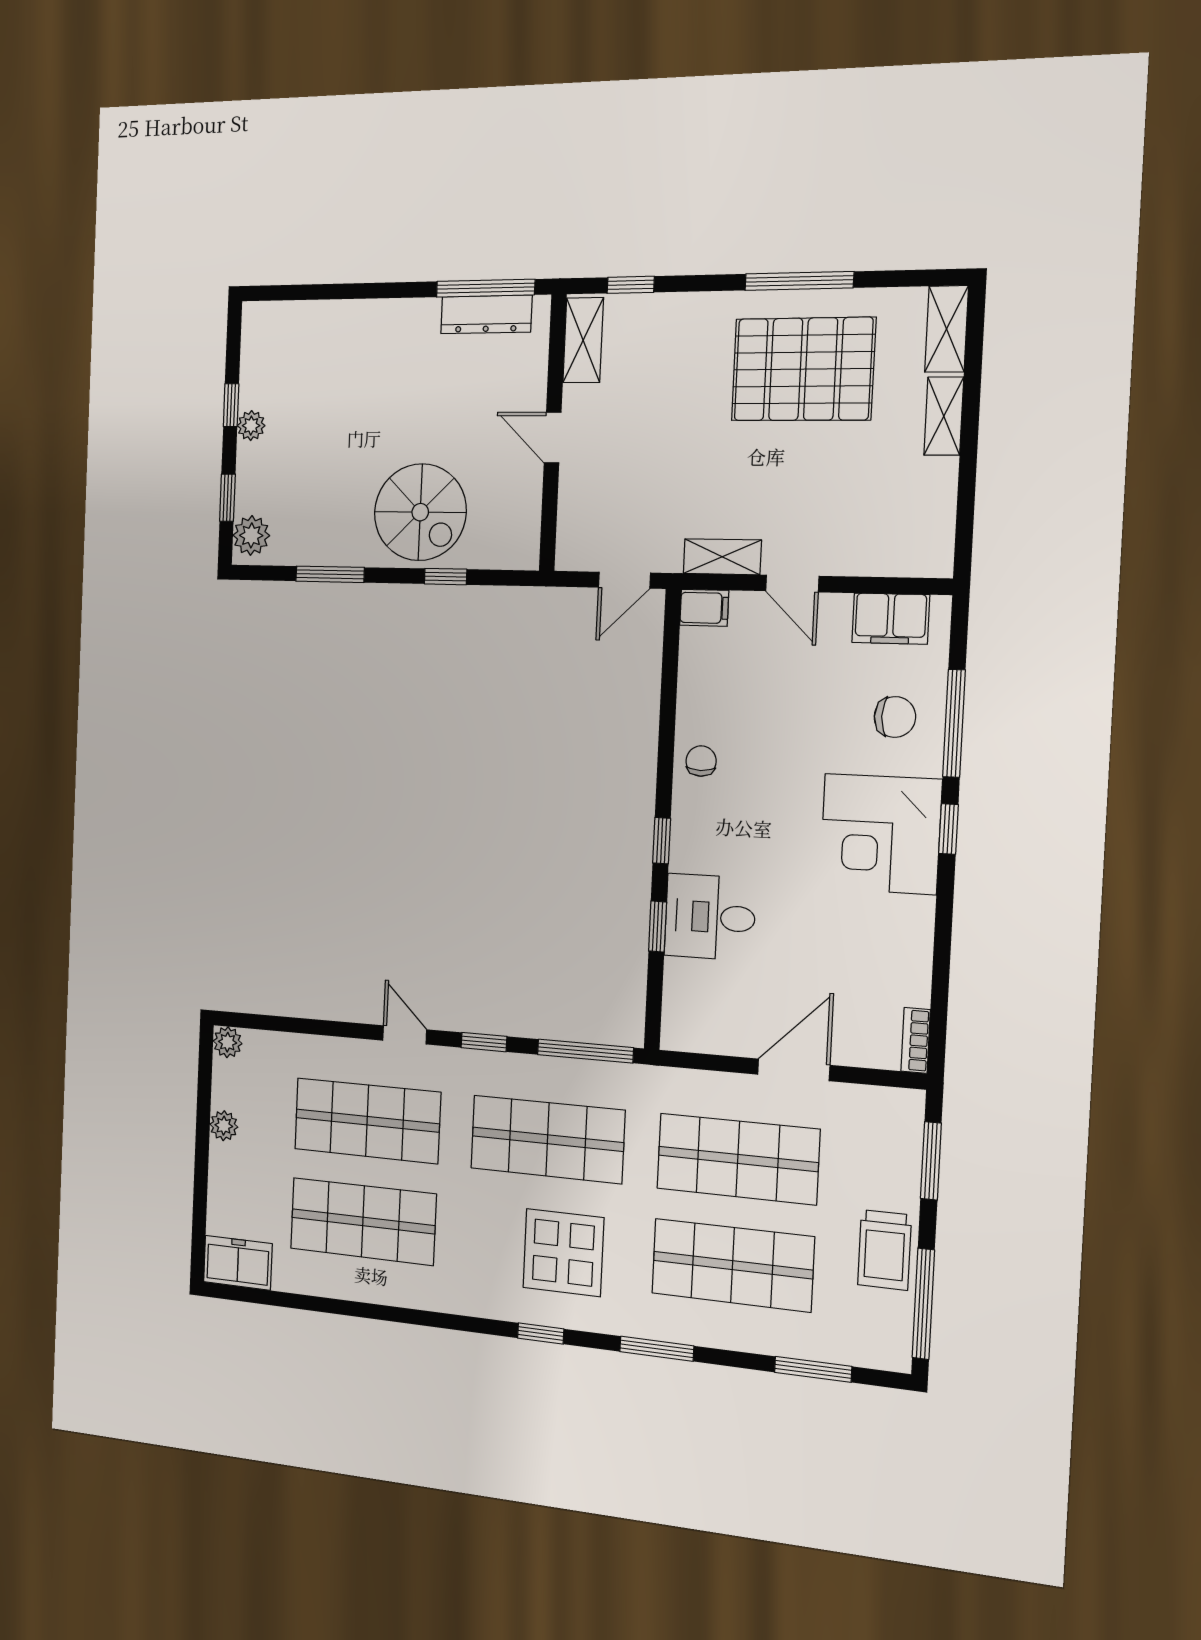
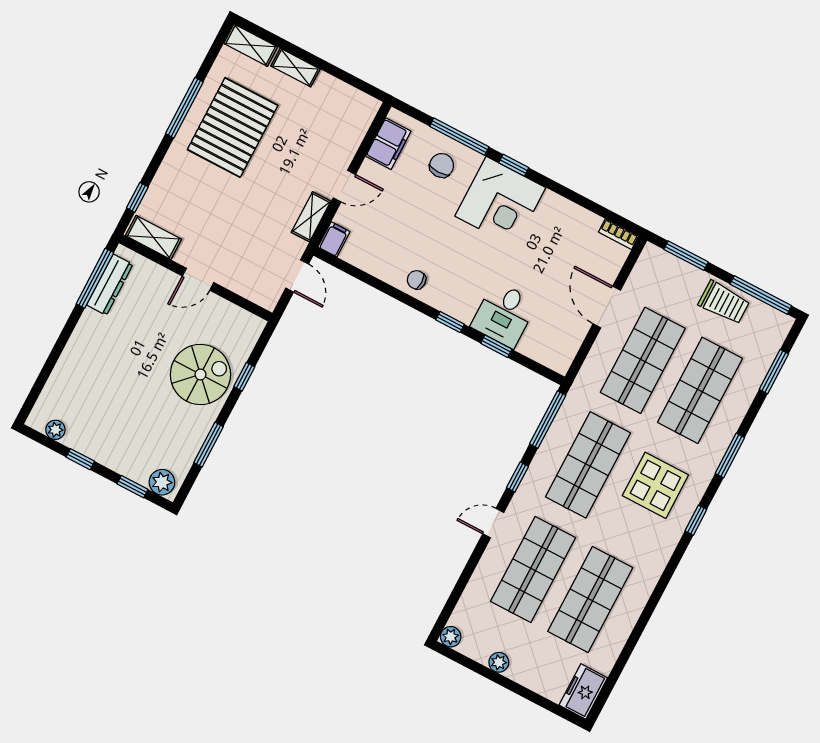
plant: (251, 426) -> (55, 430), moved

